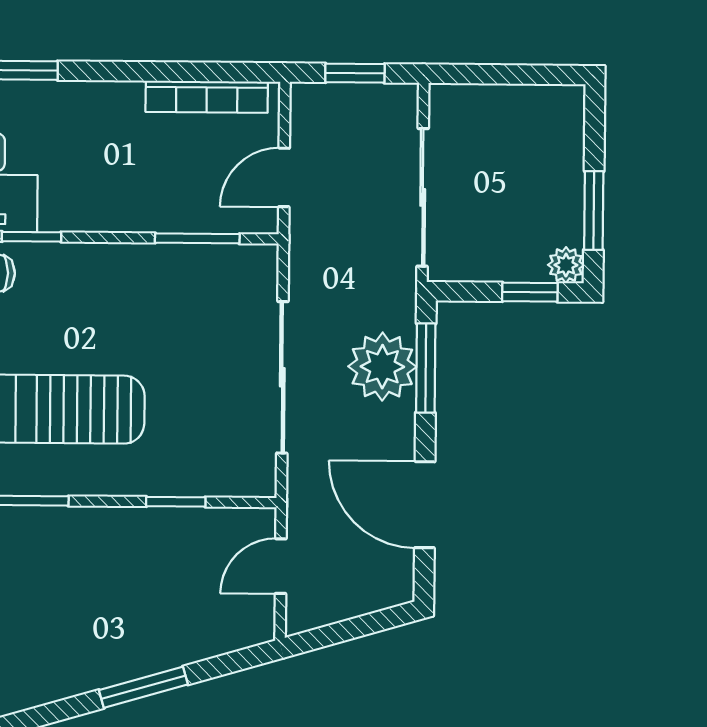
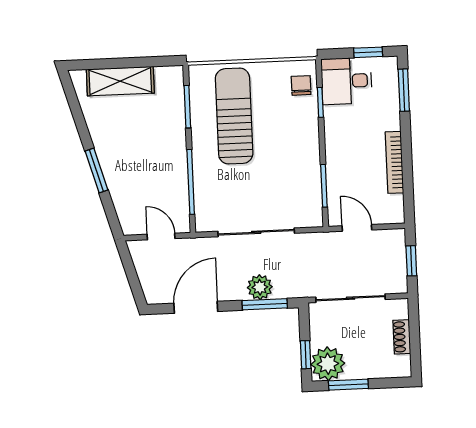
bookcase: (207, 97) -> (394, 162), moved
shoe rack: (504, 100) -> (402, 337), added
plant: (566, 265) -> (328, 364), width x1.87, depth x1.87
plant: (382, 367) -> (260, 287), width x0.73, depth x0.73
window: (176, 502) -> (191, 182), width x2.17

